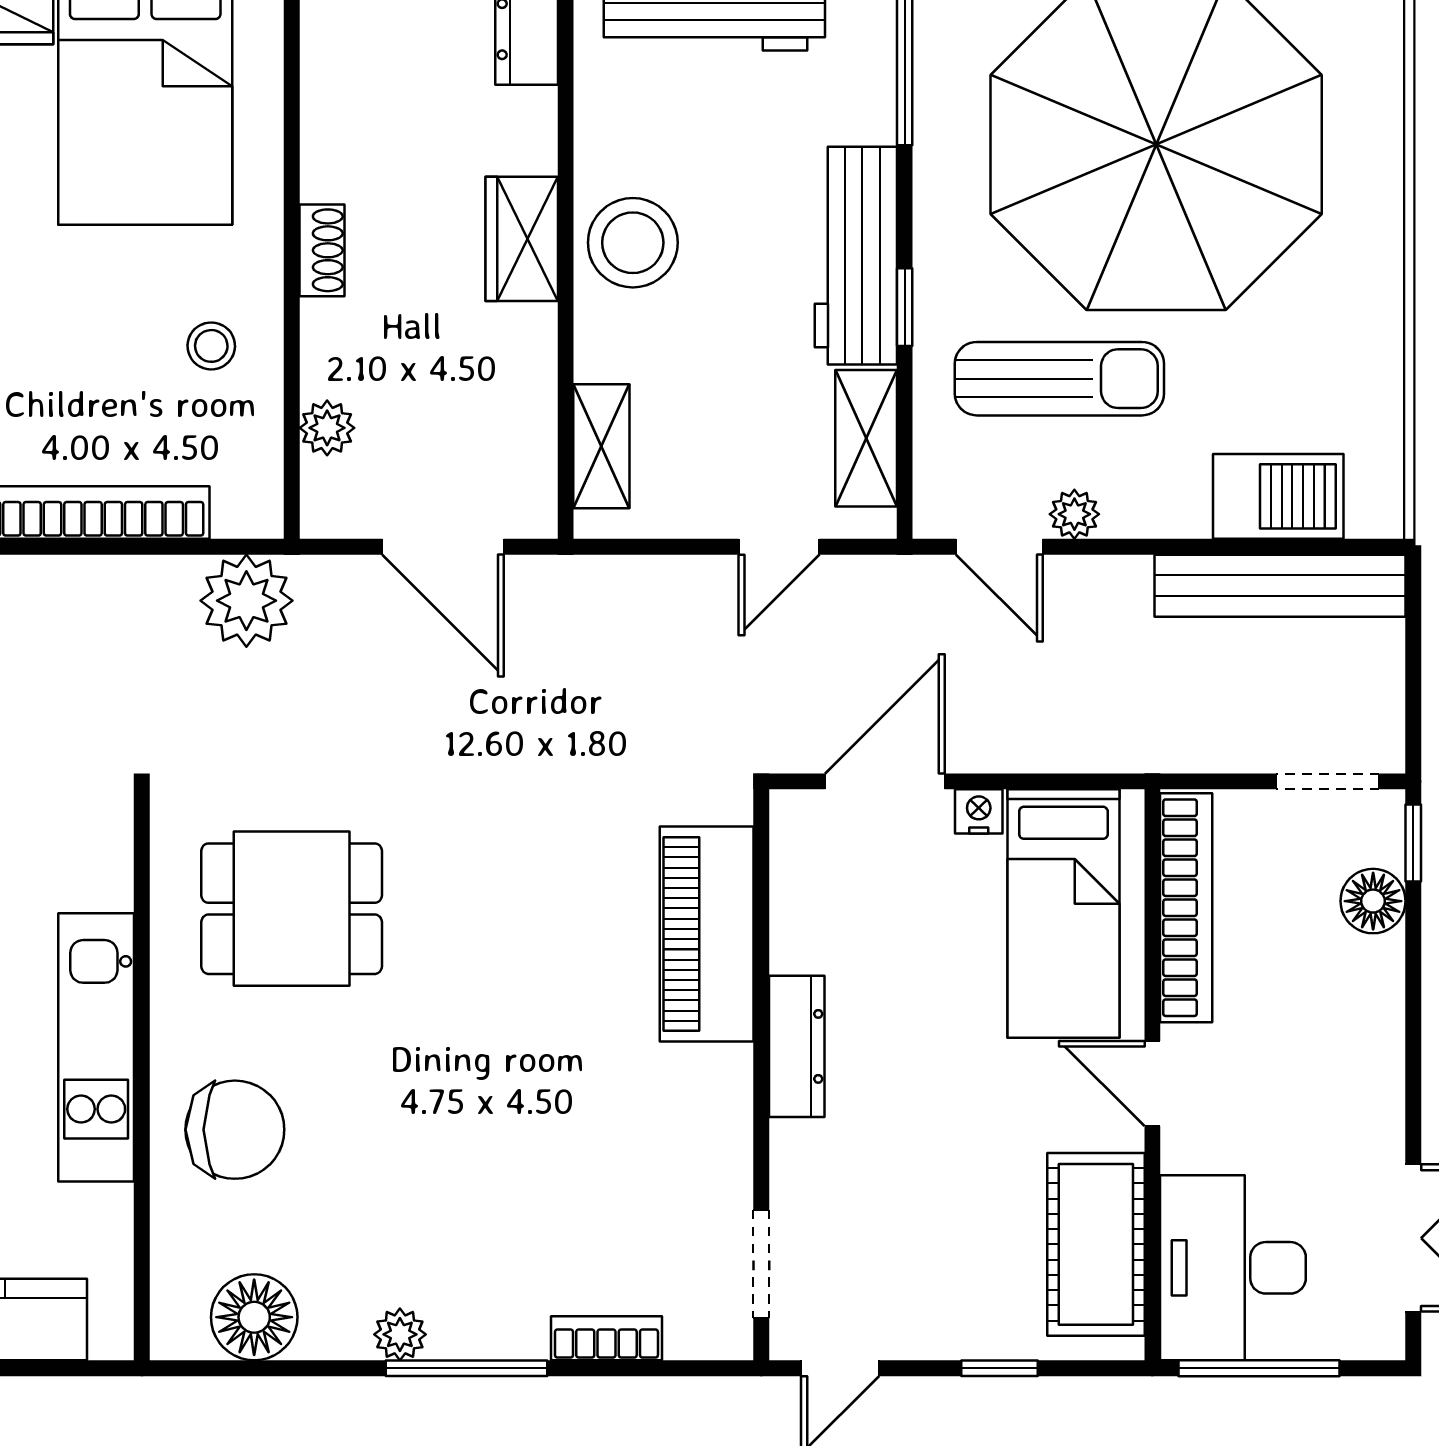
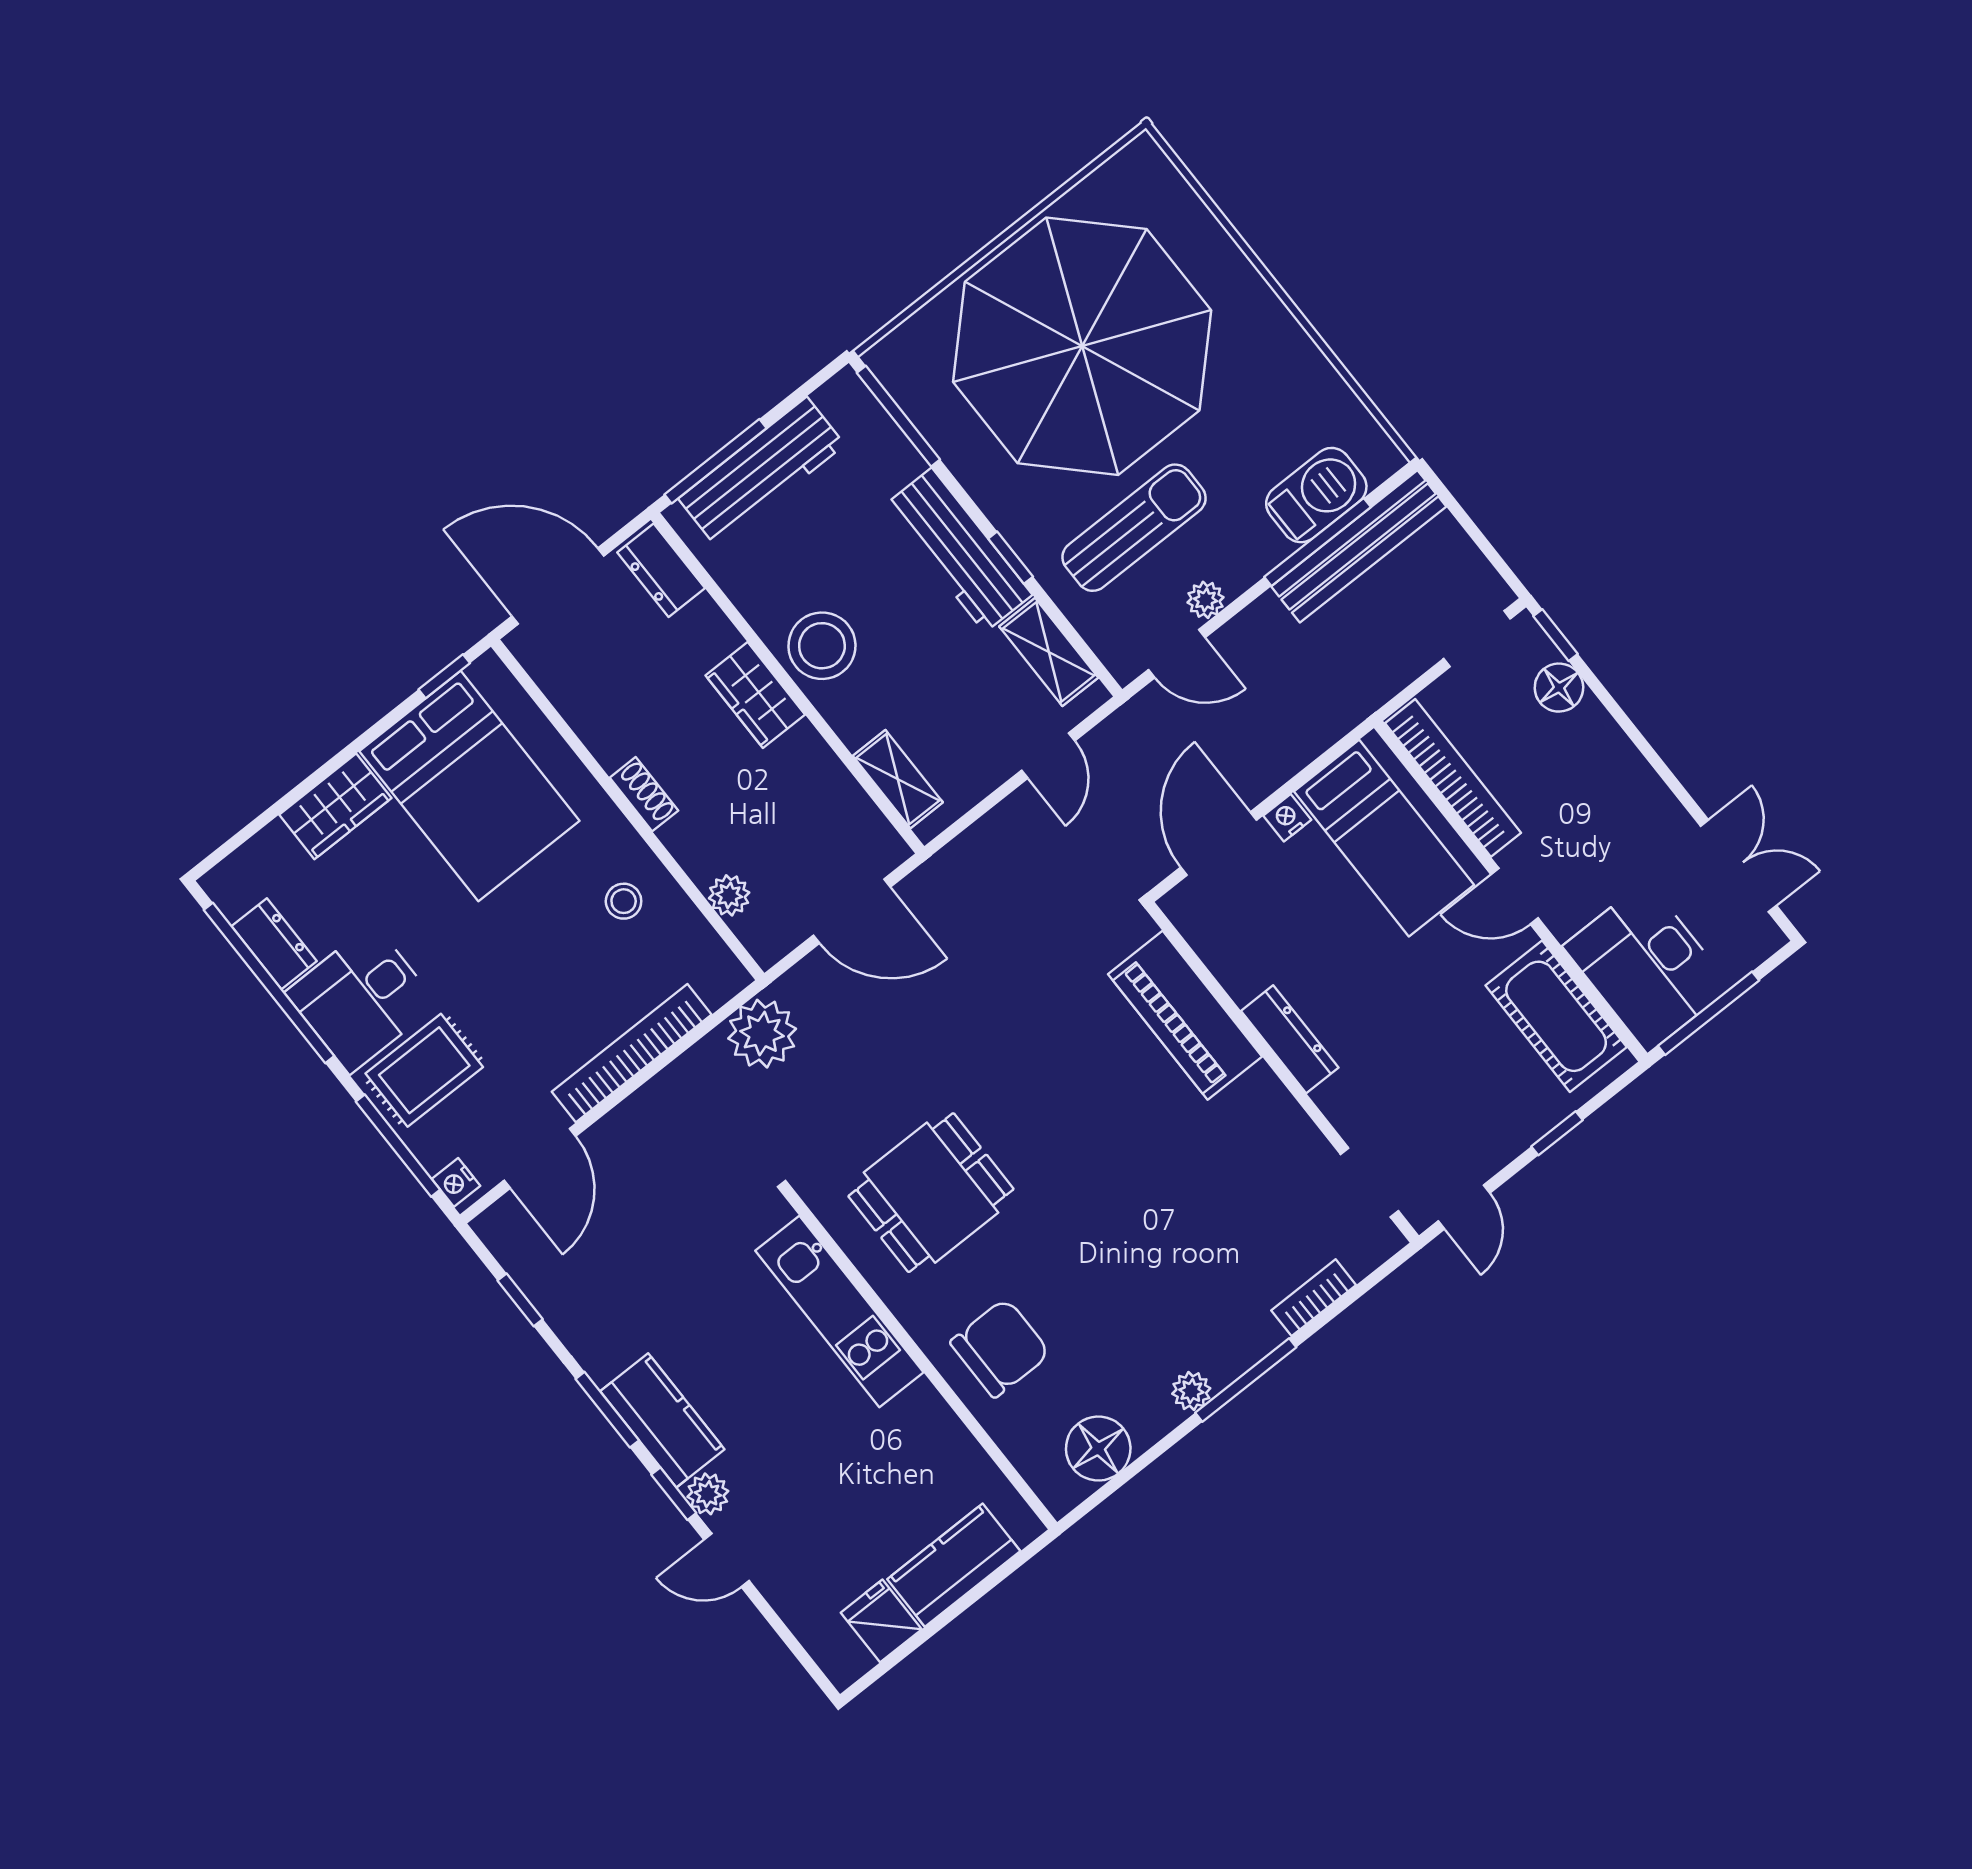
window: (1241, 547) -> (1318, 542), added
kitchen unit: (96, 1047) -> (839, 1312), moved

